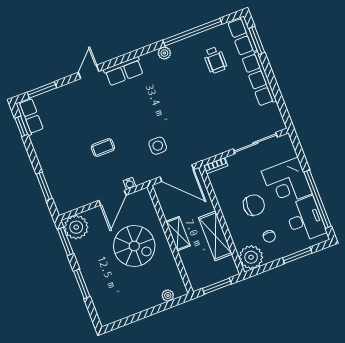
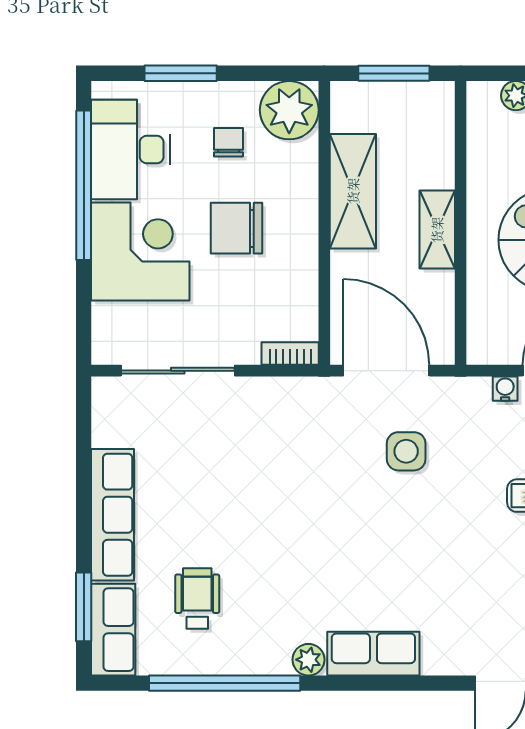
row of seats: (124, 71) -> (373, 654), moved

